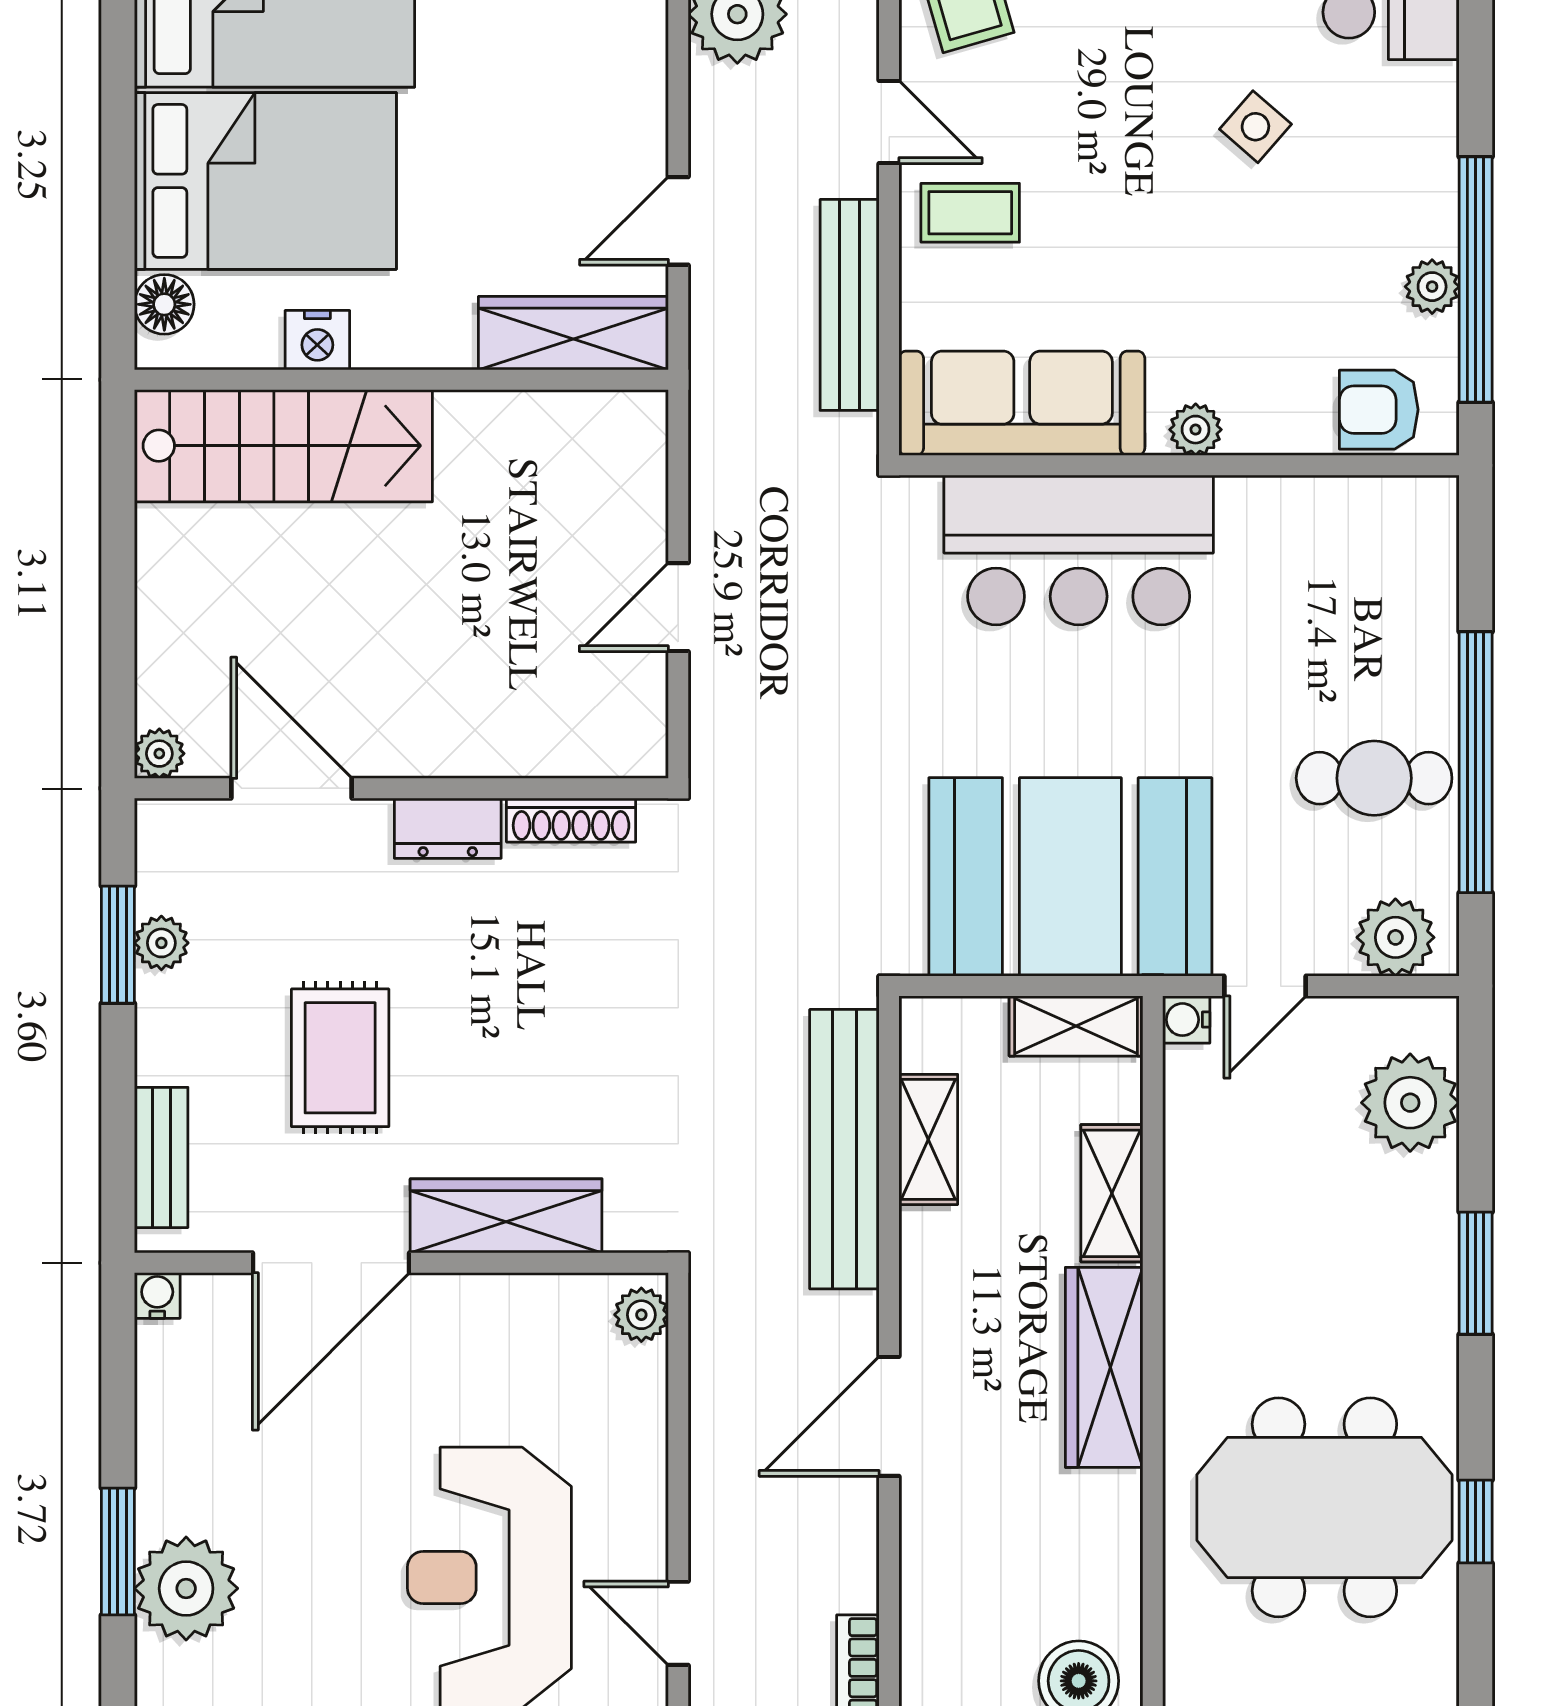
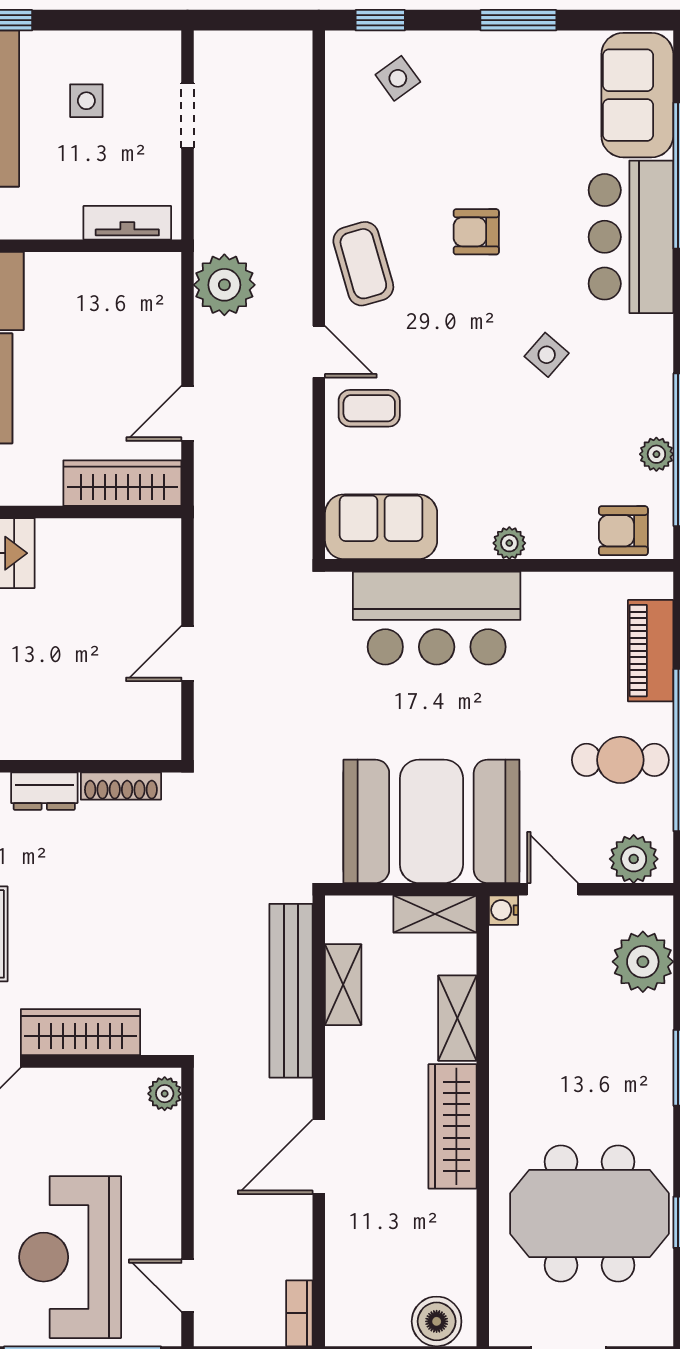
bench: (850, 305) -> (294, 466), removed
sofa: (1022, 403) -> (381, 527), width x0.73
piano: (1423, 602) -> (651, 651), added
door: (1265, 986) -> (553, 889), swing flipped

